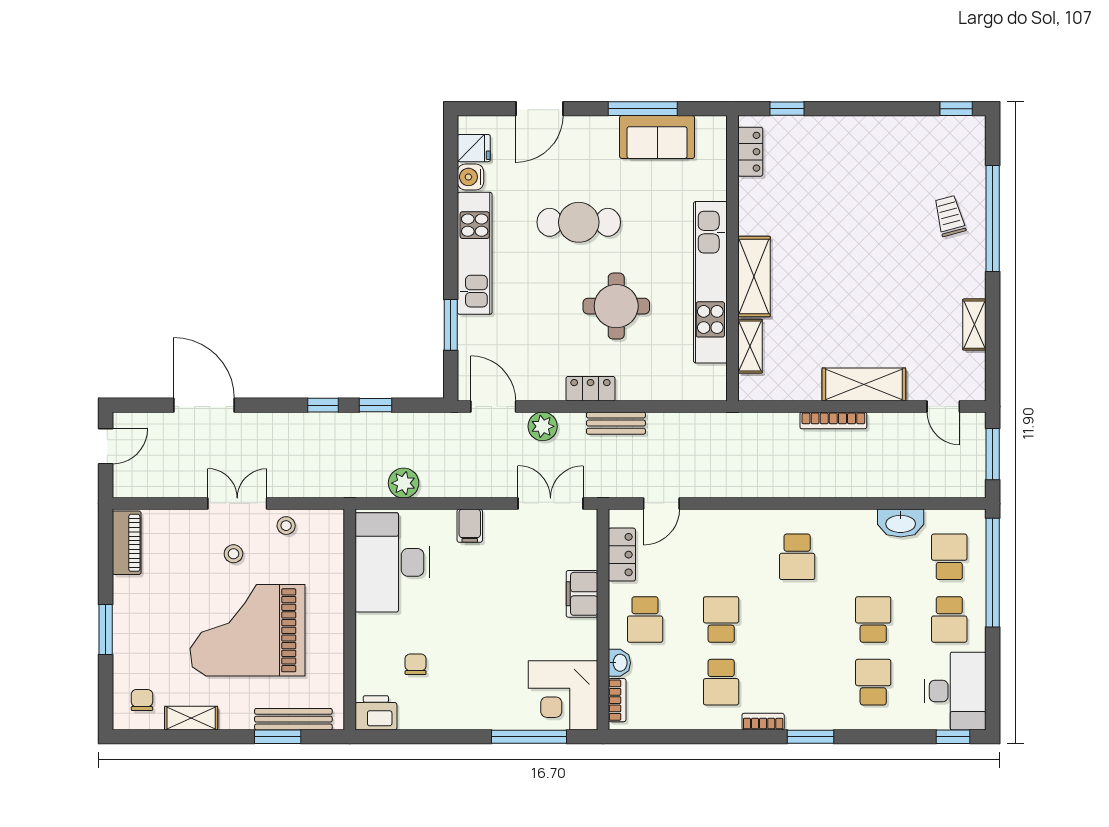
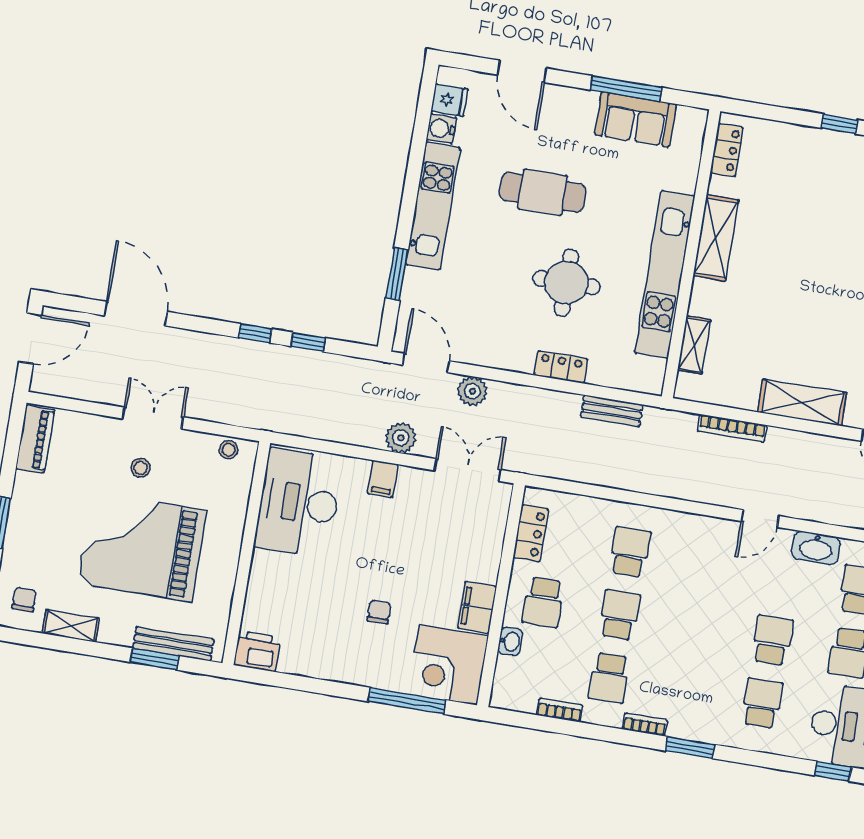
door: (539, 109) -> (522, 71), hinge flipped
window: (787, 109) -> (840, 124), moved
shelving: (754, 277) -> (716, 238), moved
locker: (590, 389) -> (561, 367), moved
bookcase: (833, 420) -> (732, 428), moved
bench: (616, 423) -> (612, 411), moved
door: (106, 446) -> (30, 338), width x1.38
plant: (404, 483) -> (401, 438), moved
door: (661, 504) -> (760, 518), moved
stool: (286, 526) -> (229, 450), moved
school desk: (797, 557) -> (630, 552), moved, turned 180
filing cabinet: (582, 594) -> (477, 607), moved
chair: (416, 664) -> (379, 612), moved
bookcase: (617, 700) -> (560, 710), moved, turned -90

